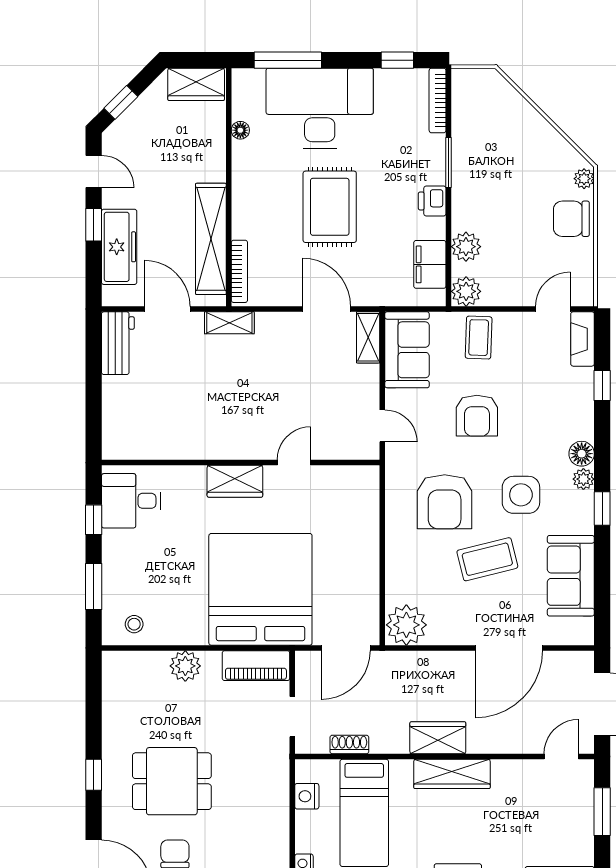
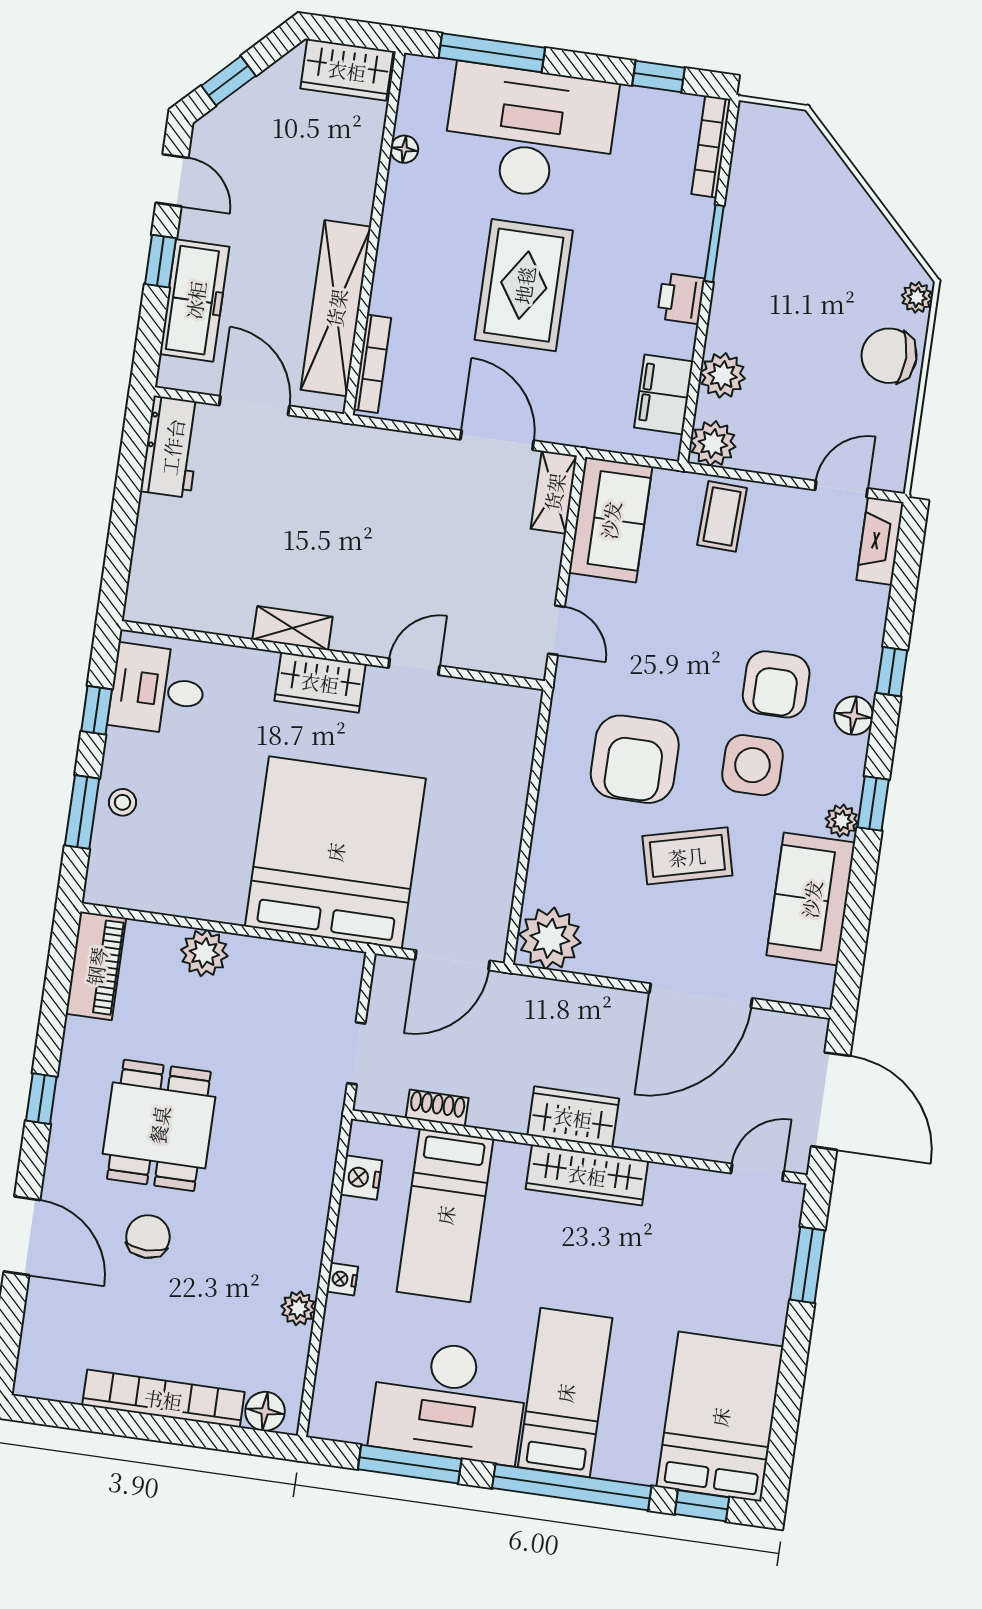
shelving: (229, 323) -> (293, 628), moved
window: (602, 385) -> (892, 672), moved
armchair: (477, 416) -> (776, 684), moved
plant: (583, 479) -> (842, 821), moved
stool: (134, 624) -> (122, 802), moved
piano: (256, 666) -> (96, 966), moved, turned -90
dining table: (172, 781) -> (159, 1125), turned 90

